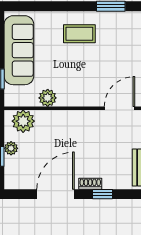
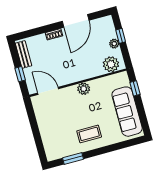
plant: (48, 98) -> (84, 89), moved
door: (119, 108) -> (48, 91), swing flipped
window: (103, 194) -> (44, 30), removed

